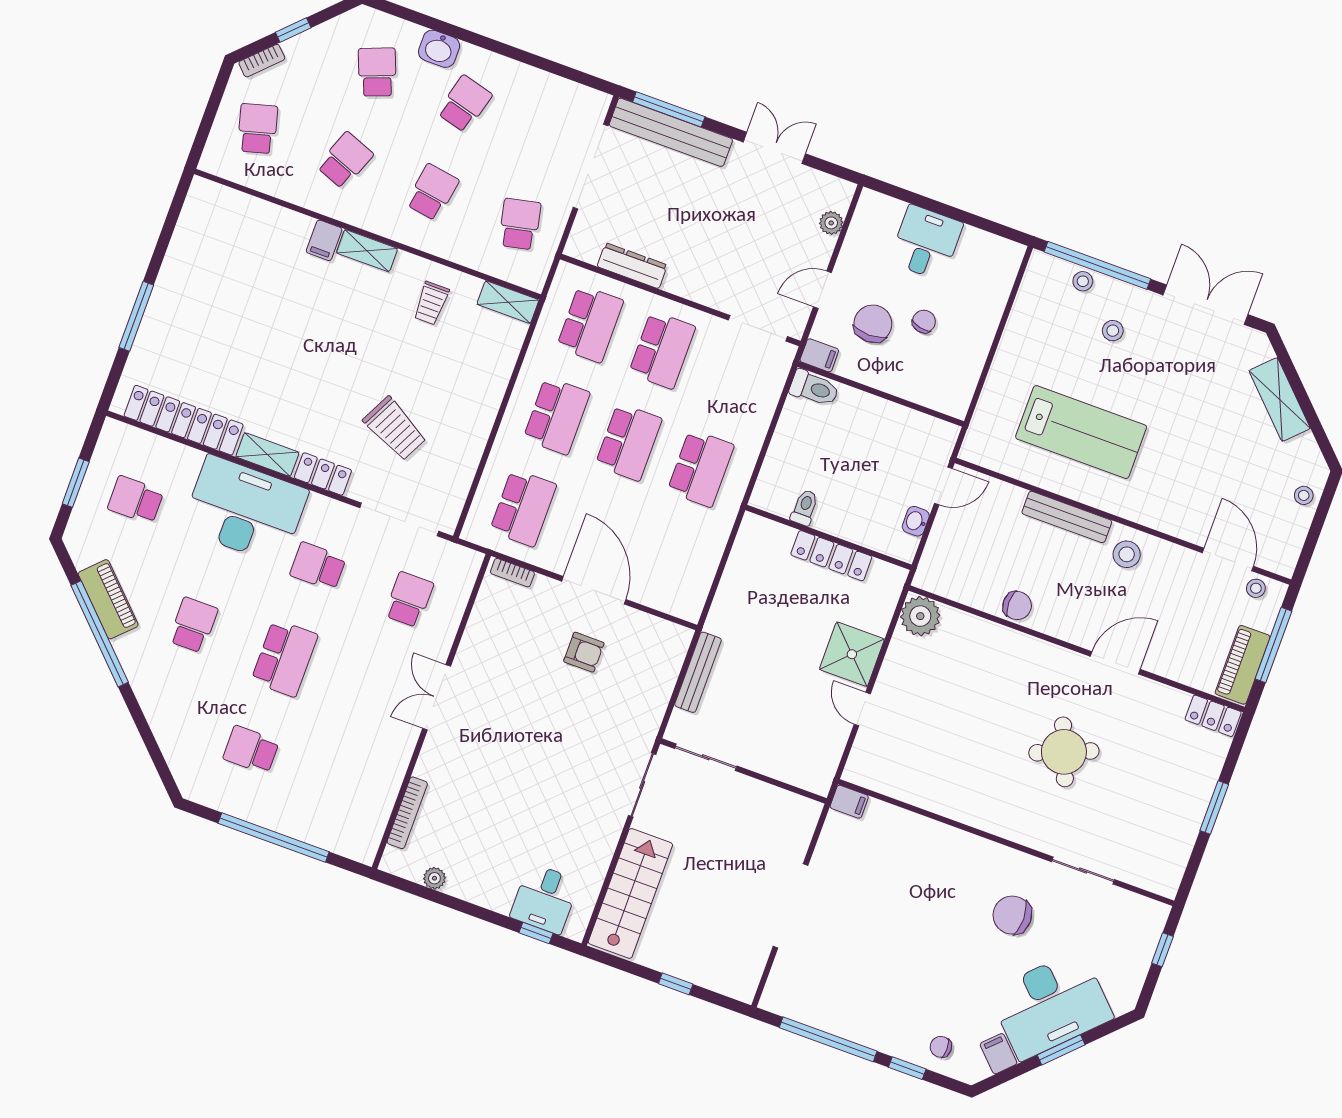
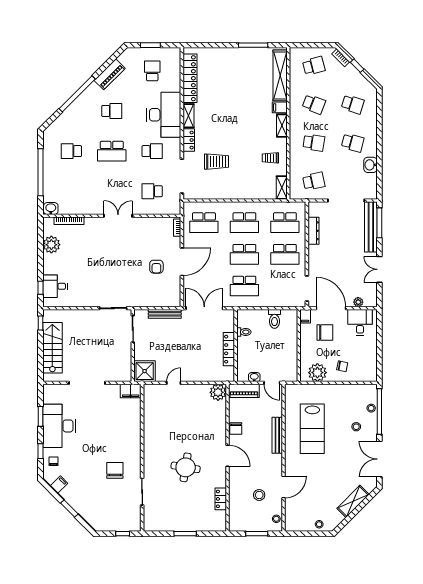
washbasin: (439, 49) -> (370, 165), moved
school desk: (377, 72) -> (353, 104), turned 39
double door: (774, 148) -> (379, 269), swing flipped
shelving: (252, 213) -> (280, 75), added
desk: (926, 243) -> (360, 322), moved, turned -90
door: (822, 290) -> (331, 308), width x1.88
double door: (1205, 305) -> (379, 459), swing flipped
window: (136, 316) -> (253, 45), moved
chair: (924, 322) -> (342, 366), moved
plant: (958, 374) -> (317, 373), added
toilet: (814, 388) -> (274, 319), moved
trolley: (395, 429) -> (217, 162), turned -117
stool: (1127, 554) -> (259, 495), moved
door: (1228, 559) -> (284, 487), moved
school desk: (318, 566) -> (152, 151), turned 90
double door: (718, 578) -> (204, 308), added
school desk: (409, 599) -> (152, 191), turned 180
window: (100, 634) -> (77, 94), moved
window: (1273, 645) -> (257, 534), width x0.69
shower: (852, 654) -> (145, 371), moved
door: (1115, 663) -> (227, 456), moved
piano: (1243, 665) -> (244, 391), moved, turned 180
locker: (1213, 716) -> (221, 499), moved
school desk: (251, 750) -> (71, 151), turned -90
round table: (1064, 752) -> (186, 467), turned 31
filing cabinet: (849, 802) -> (131, 391), width x2.00
washbasin: (365, 844) -> (51, 209), added
plant: (434, 878) -> (51, 245), width x1.87, depth x1.87
stairs: (630, 893) -> (52, 348), moved, turned -90
window: (676, 984) -> (40, 323), moved
desk: (1051, 1005) -> (59, 426), moved, turned 45
window: (828, 1039) -> (40, 416), width x0.47

